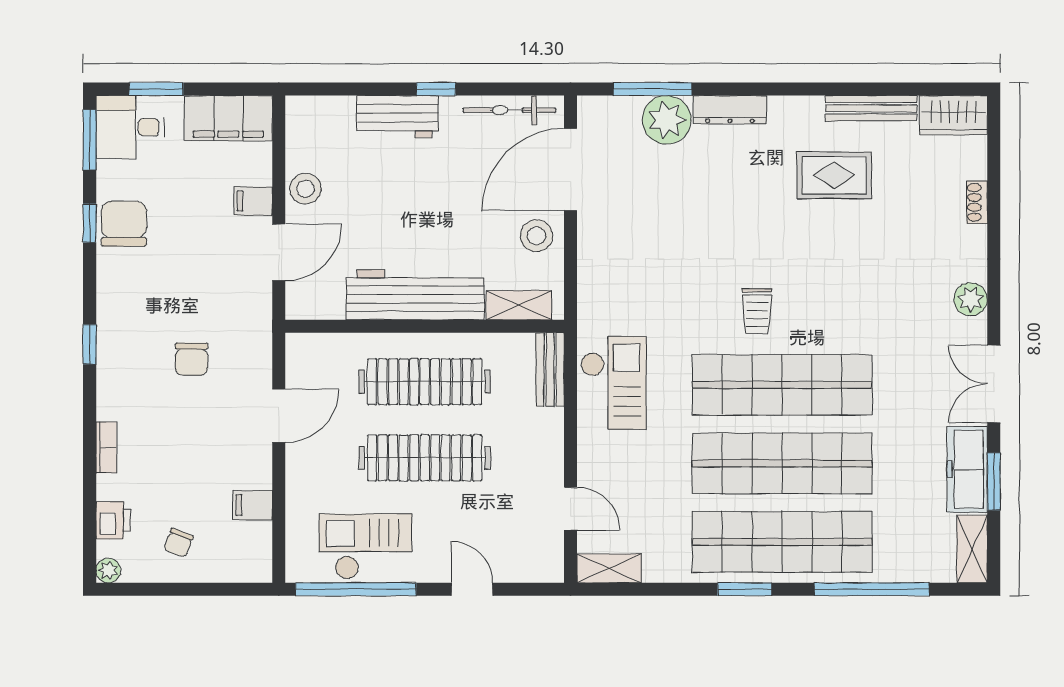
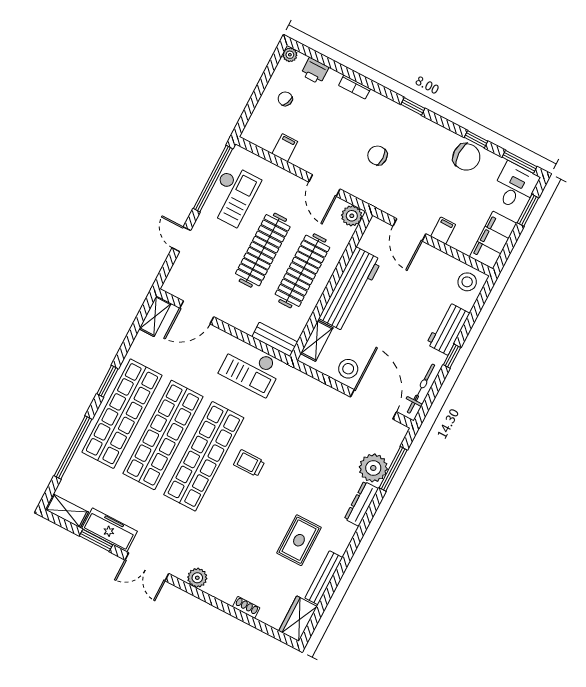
stool: (306, 189) -> (467, 282), moved
plant: (303, 350) -> (352, 216), added
double door: (994, 384) -> (147, 567), swing flipped
door: (571, 509) -> (197, 312), width x1.38
door: (472, 589) -> (181, 239), swing flipped

